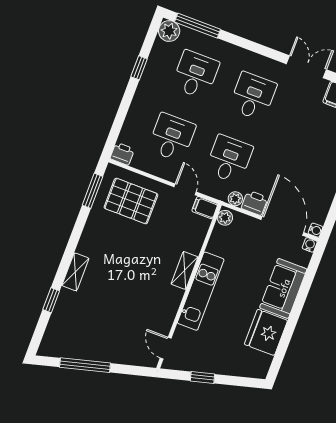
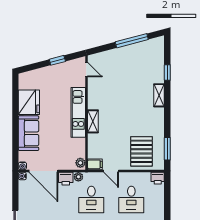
pallet: (131, 201) -> (141, 151), turned 90

